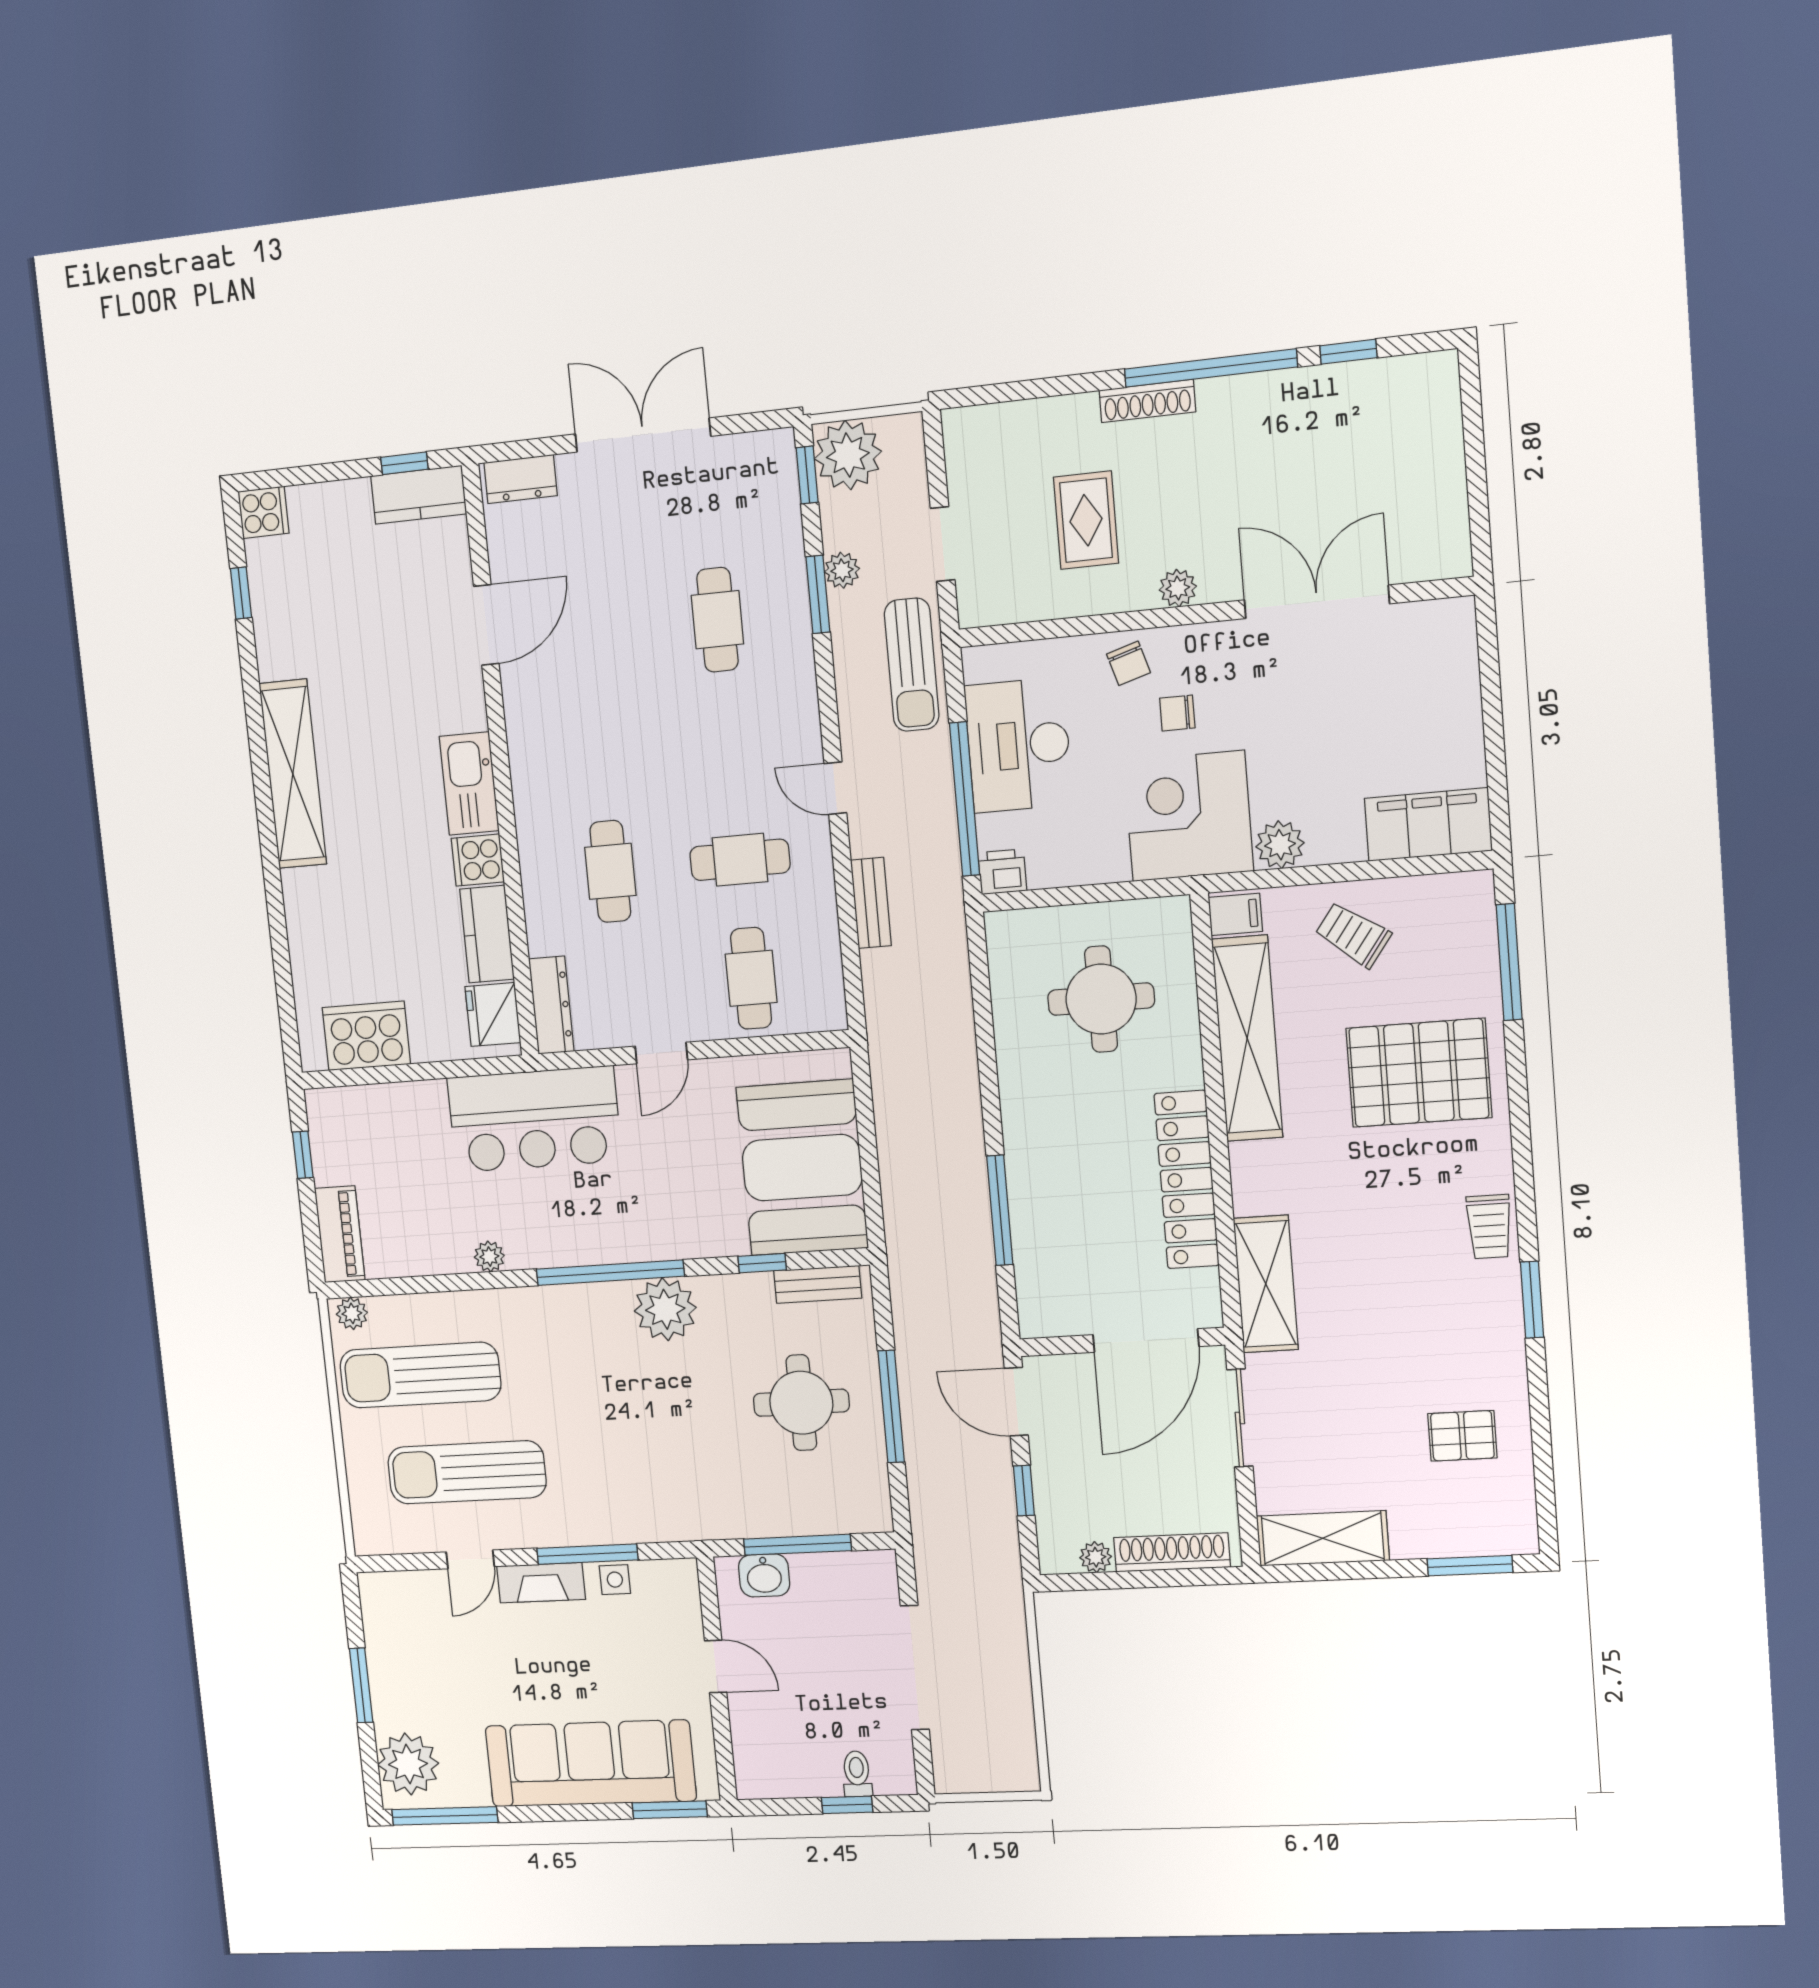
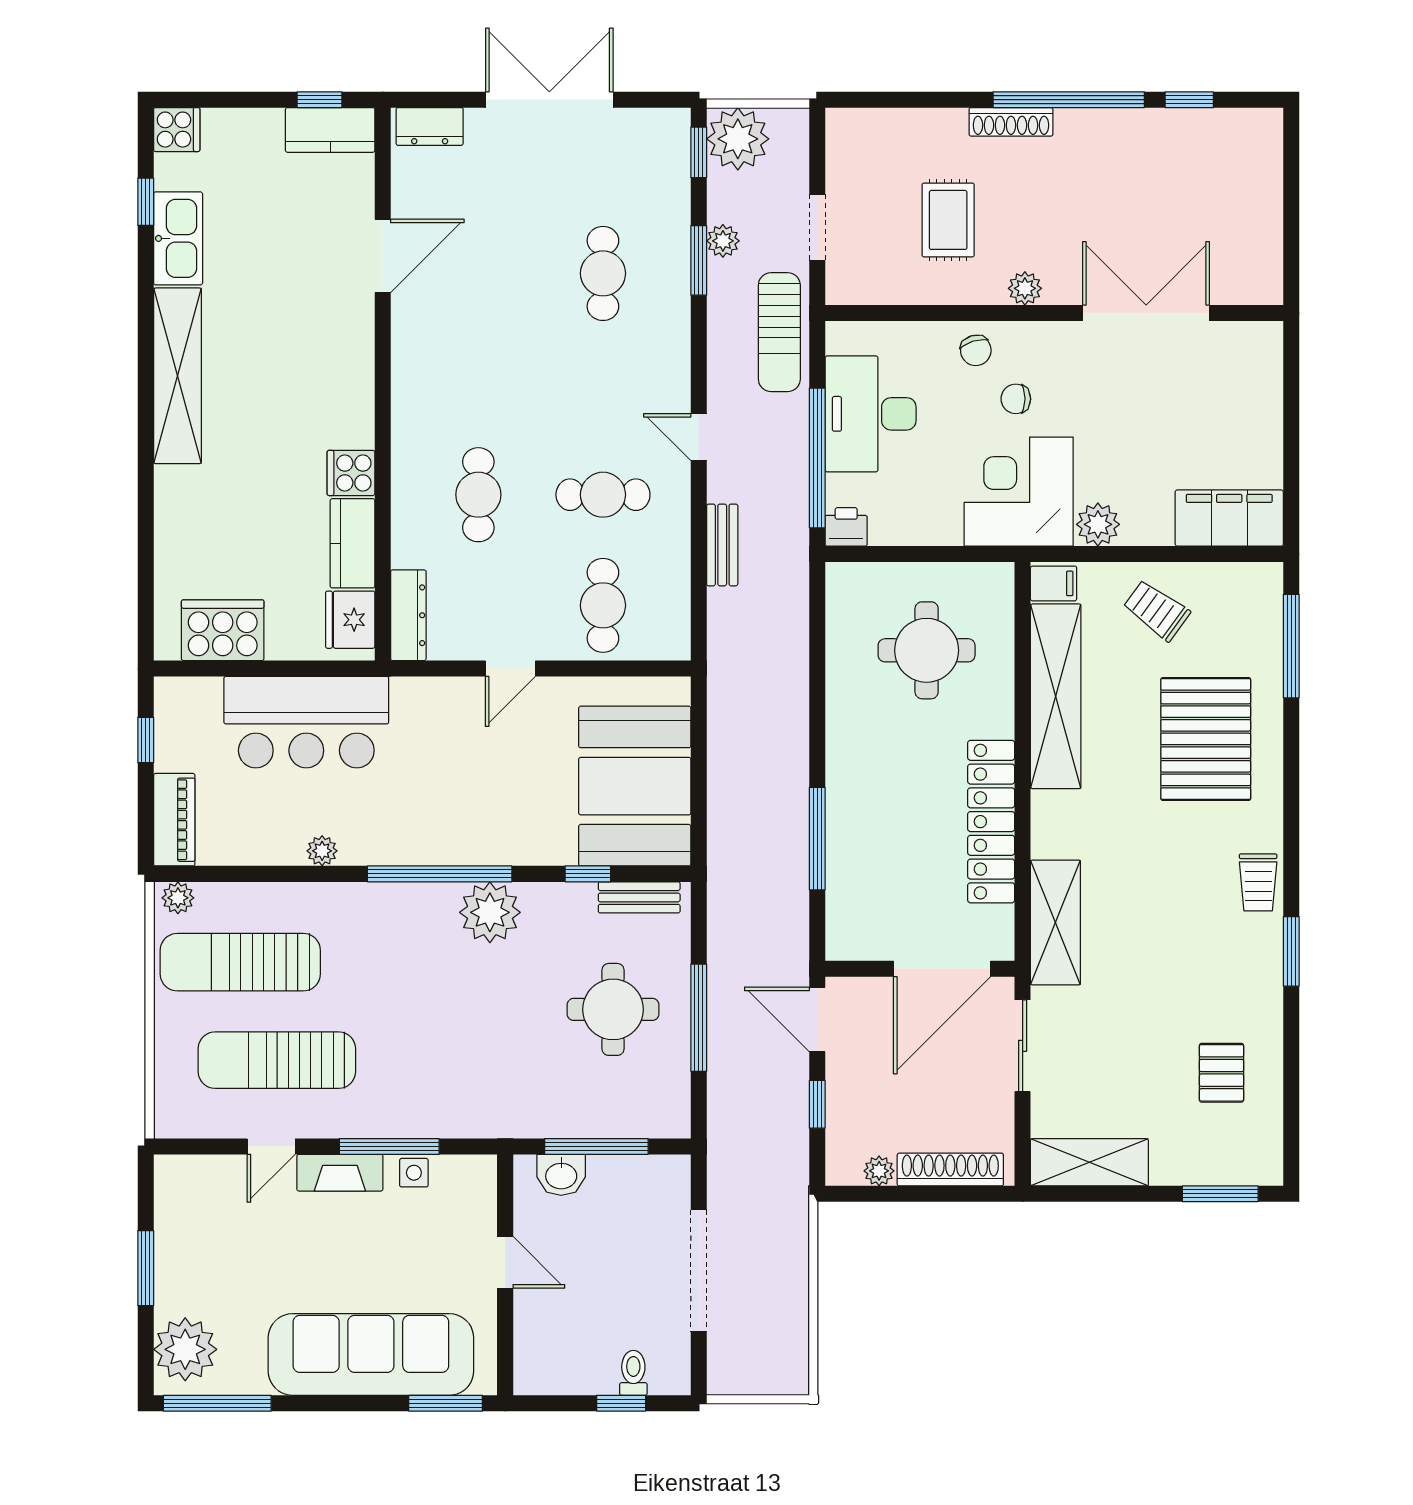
kitchen sink: (469, 784) -> (178, 238), moved, turned 180
pallet: (1419, 1073) -> (1206, 739), turned 90
bar counter: (534, 1119) -> (306, 722), moved
pallet: (1462, 1436) -> (1222, 1073), turned 90

